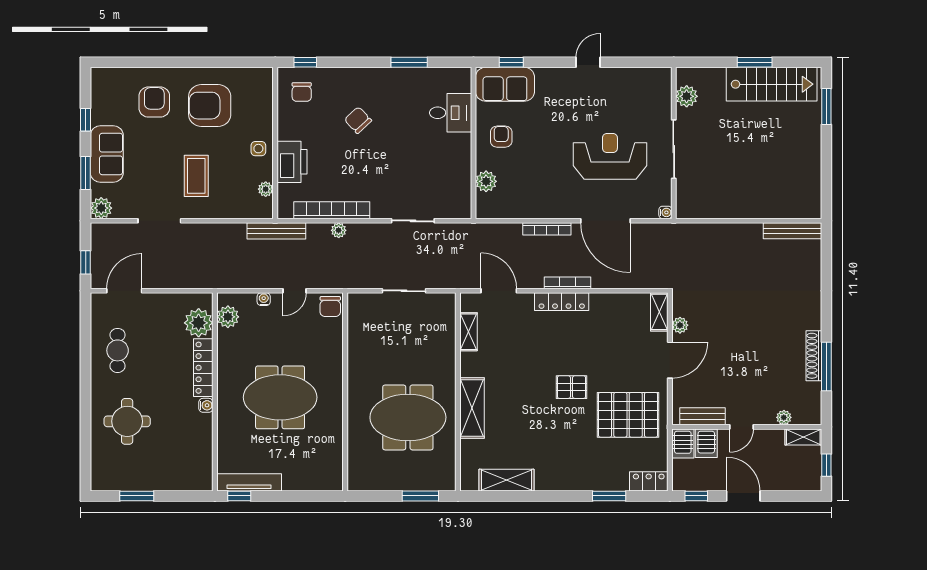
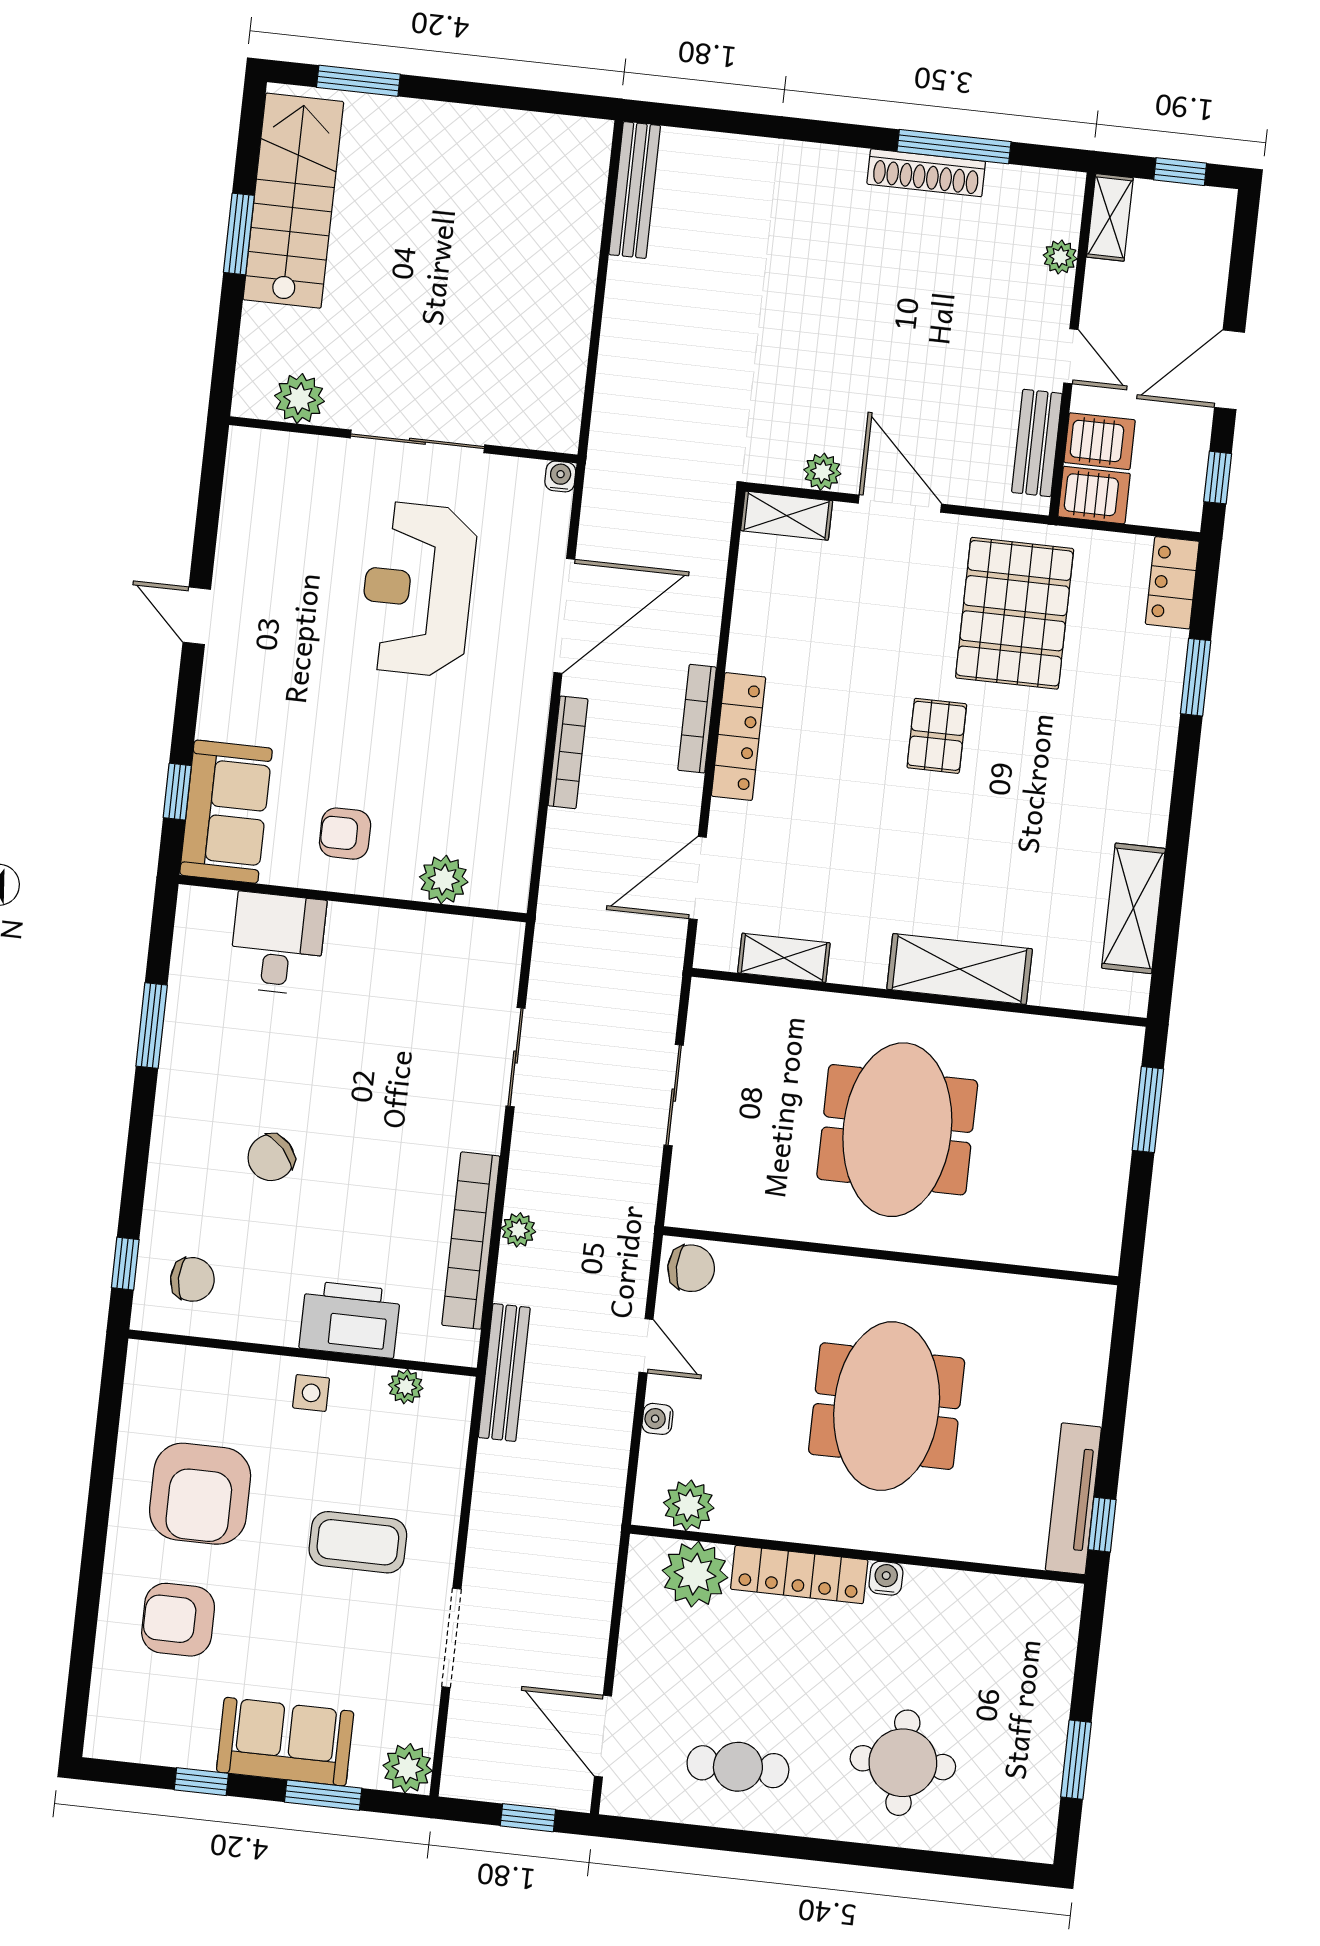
meeting table: (408, 417) -> (897, 1130), moved

